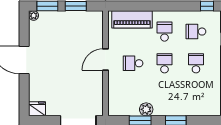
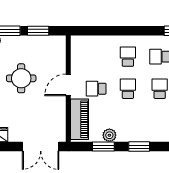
piano: (132, 19) -> (79, 119), moved, turned -90
round table: (59, 53) -> (21, 78), added

